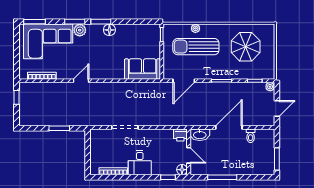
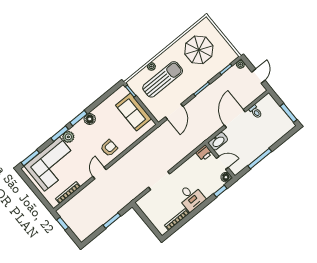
sun lounger: (196, 47) -> (163, 79), turned 180
armchair: (106, 67) -> (109, 148), added
sofa: (143, 69) -> (134, 112), moved, turned -90

